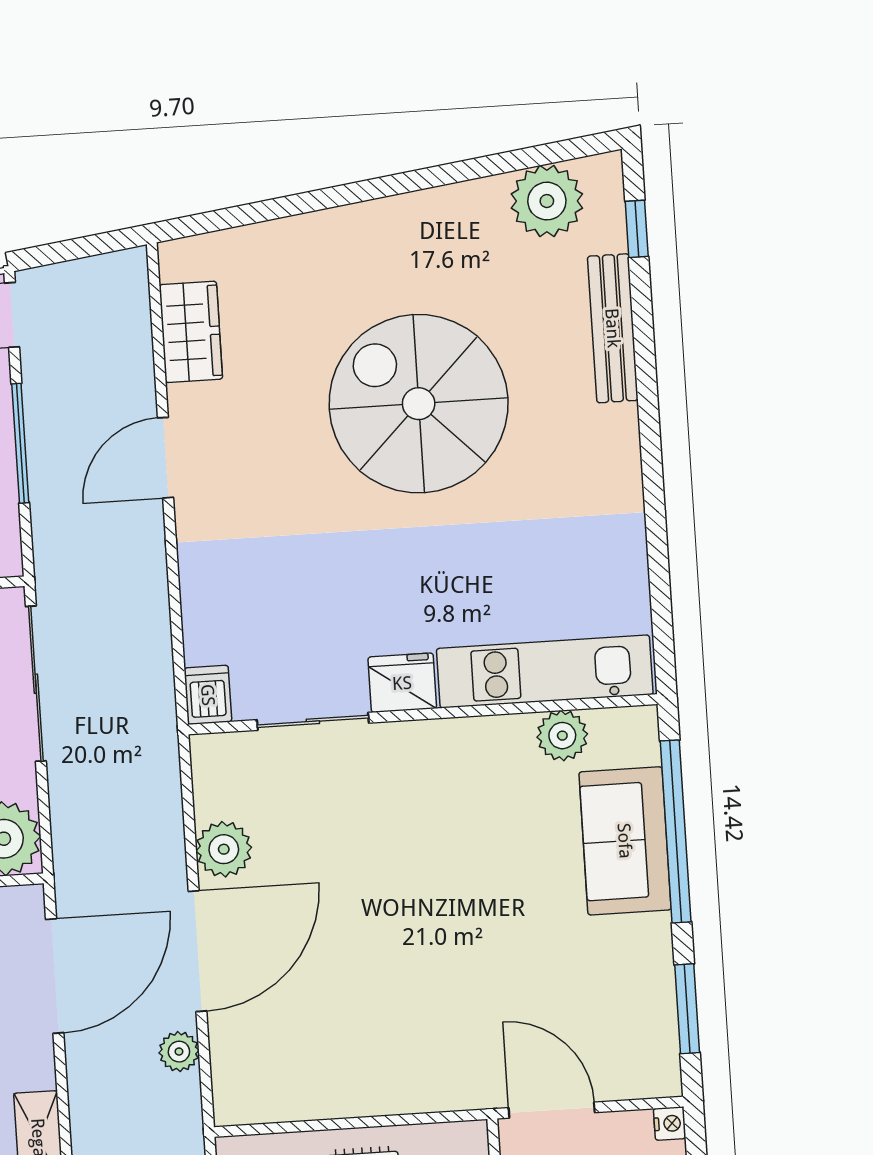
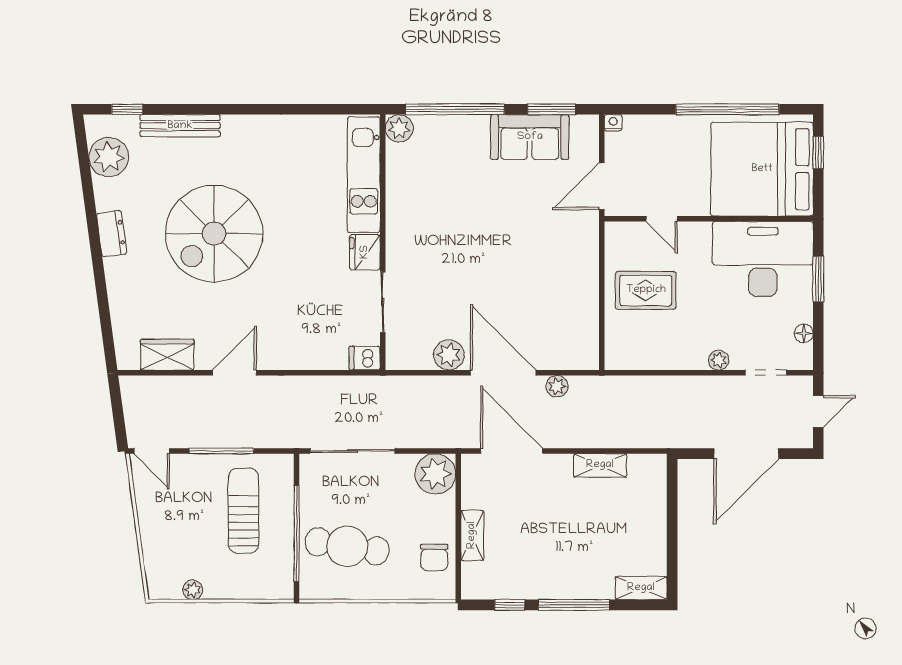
dresser: (406, 215) -> (112, 234), added
door: (166, 458) -> (235, 373), swing flipped
plant: (562, 736) -> (399, 128), moved
sofa: (625, 841) -> (530, 137), moved

